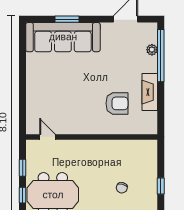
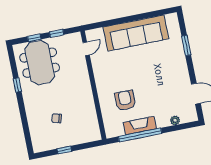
sofa: (63, 37) -> (136, 33), moved, turned -90
window: (161, 56) -> (140, 135), moved
armchair: (117, 103) -> (125, 100), turned 180

